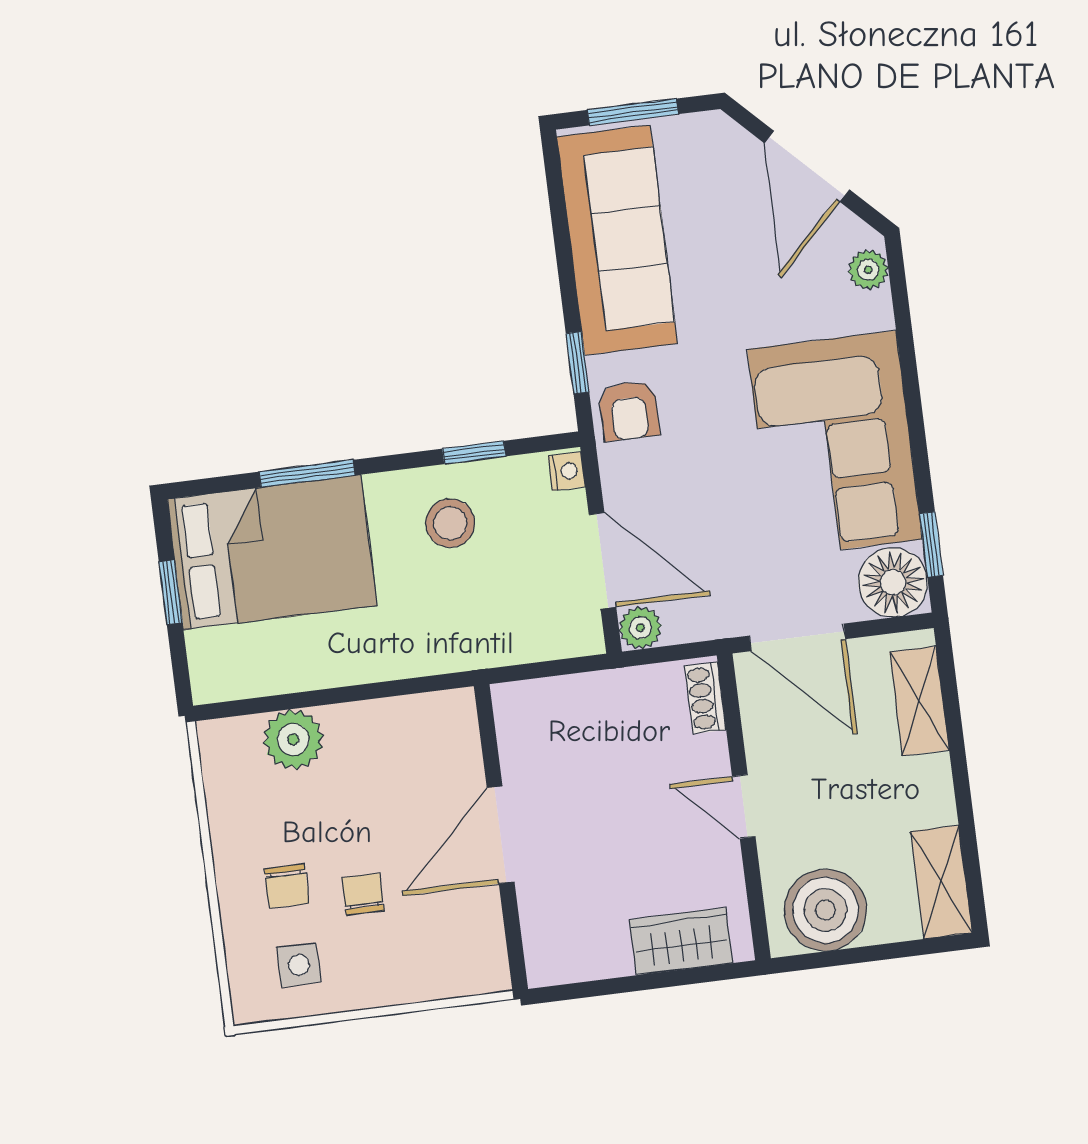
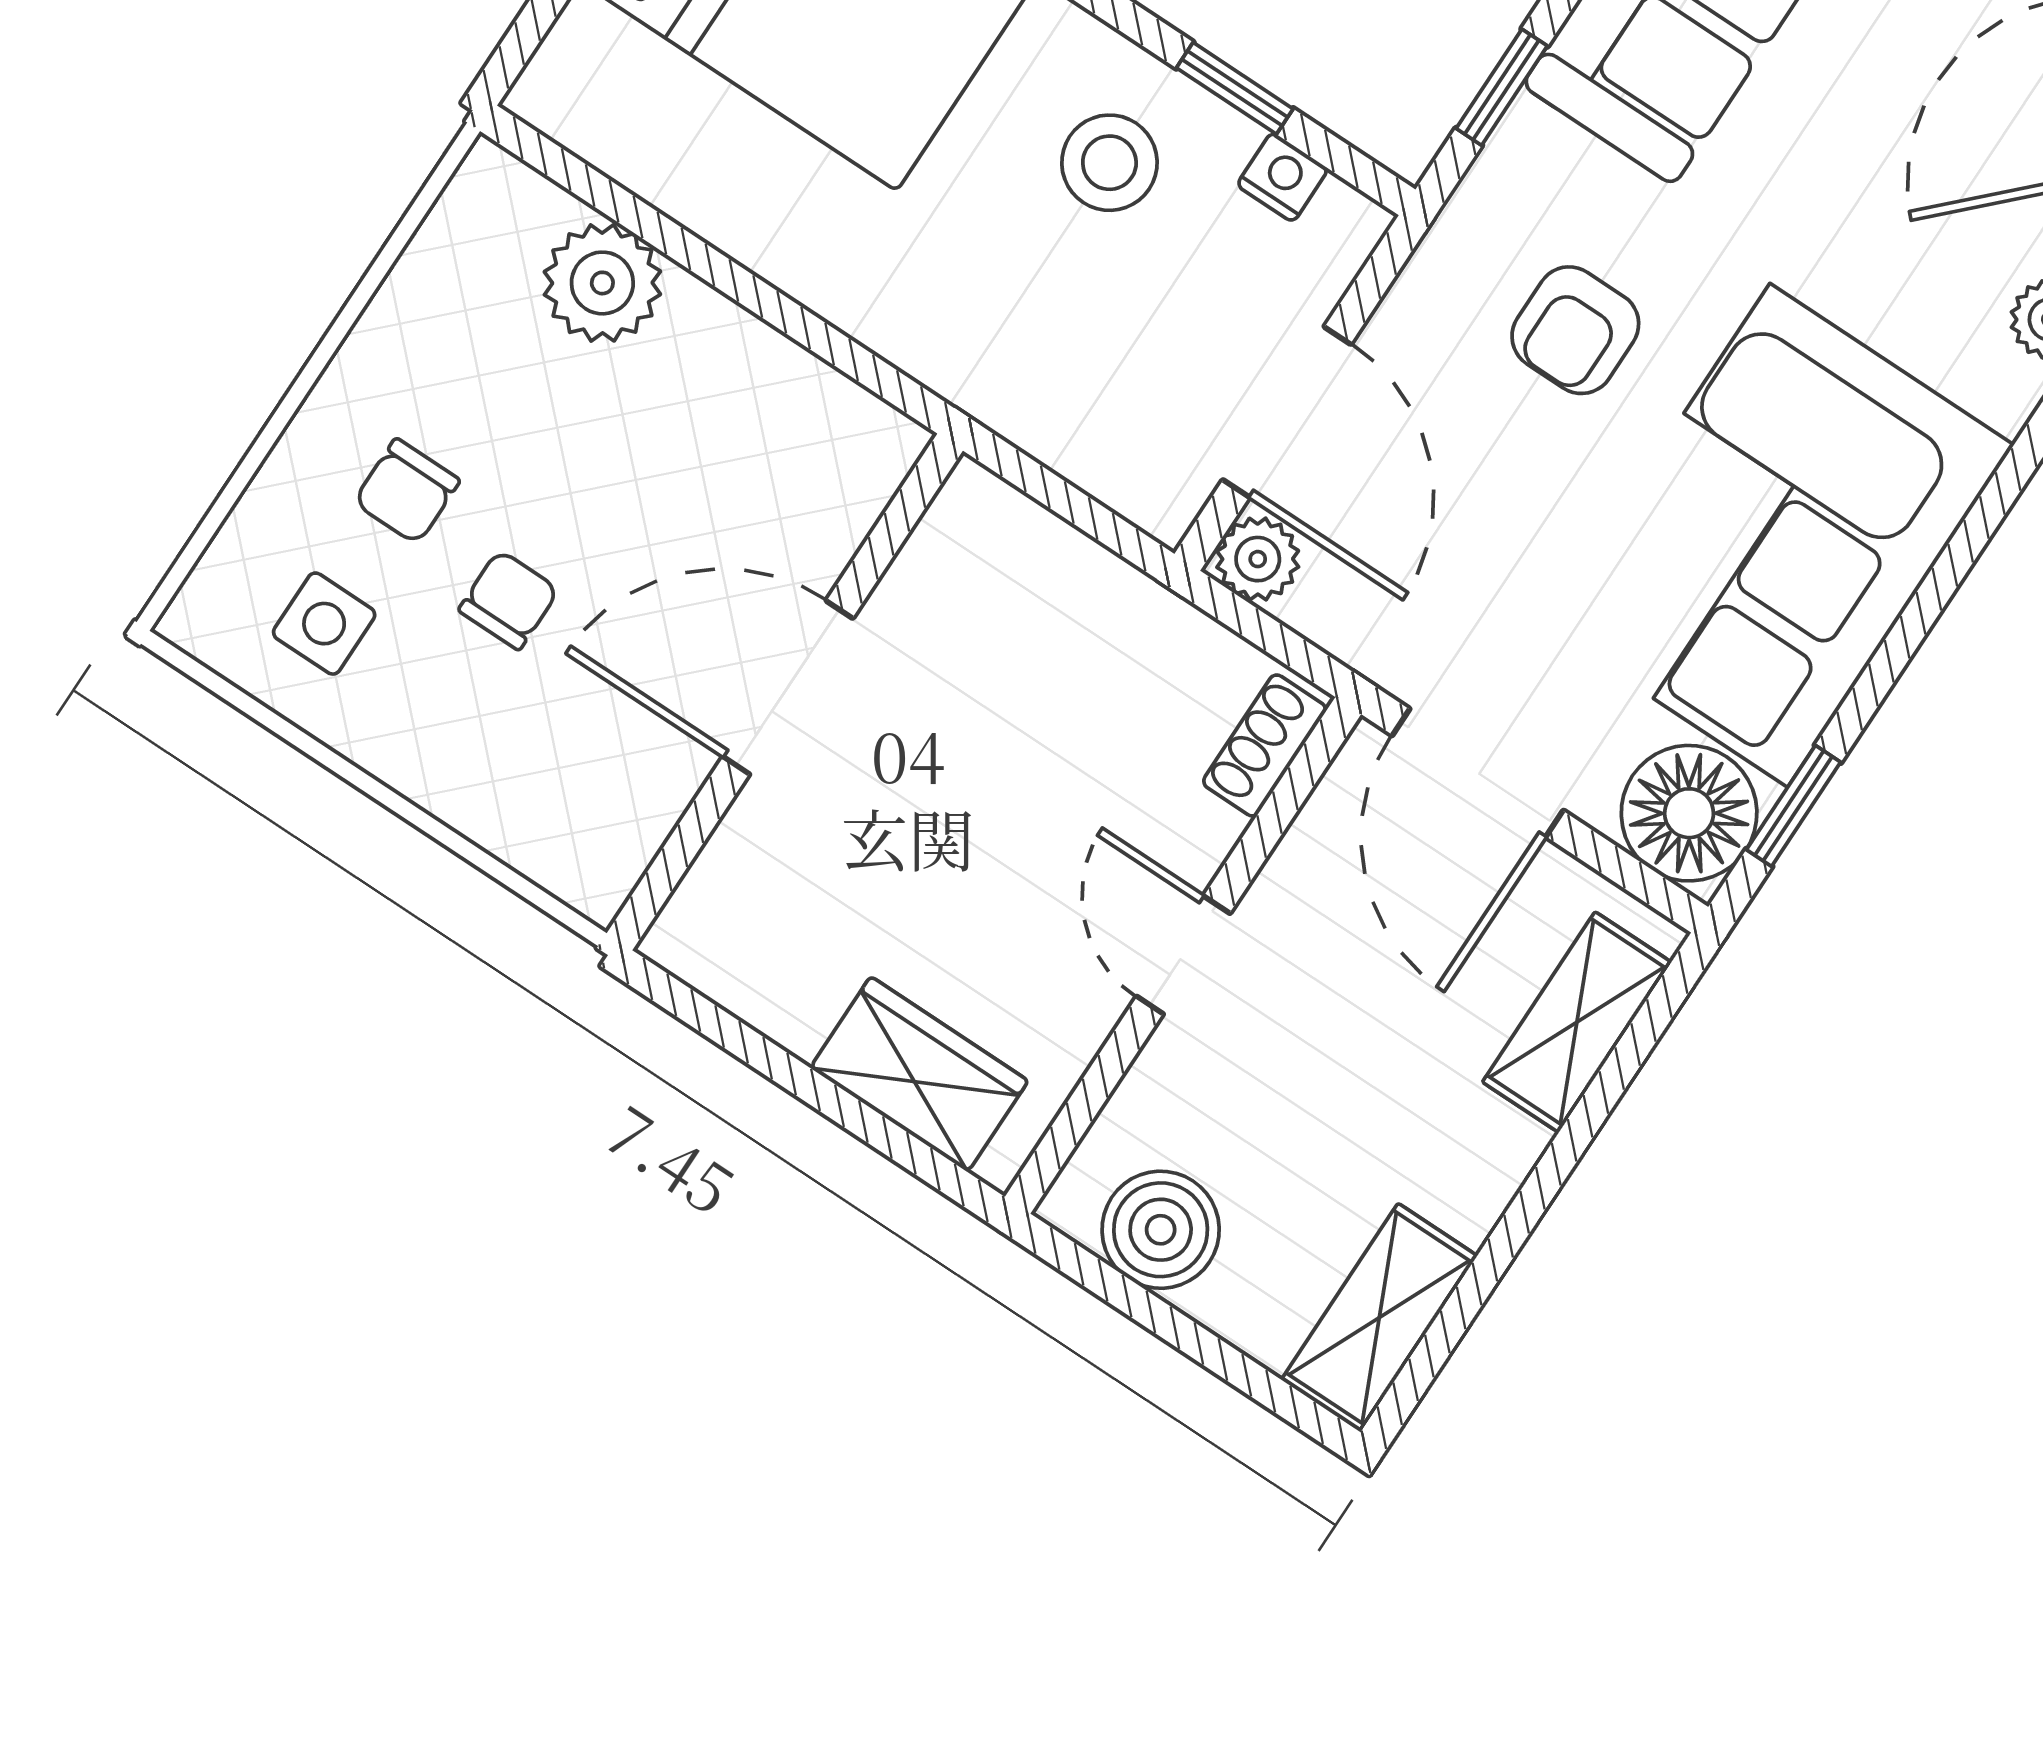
armchair: (629, 411) -> (1575, 330), moved
nightstand: (566, 471) -> (1282, 177), moved, turned -90
boiler: (825, 910) -> (1161, 1230), width x0.73, depth x0.73

